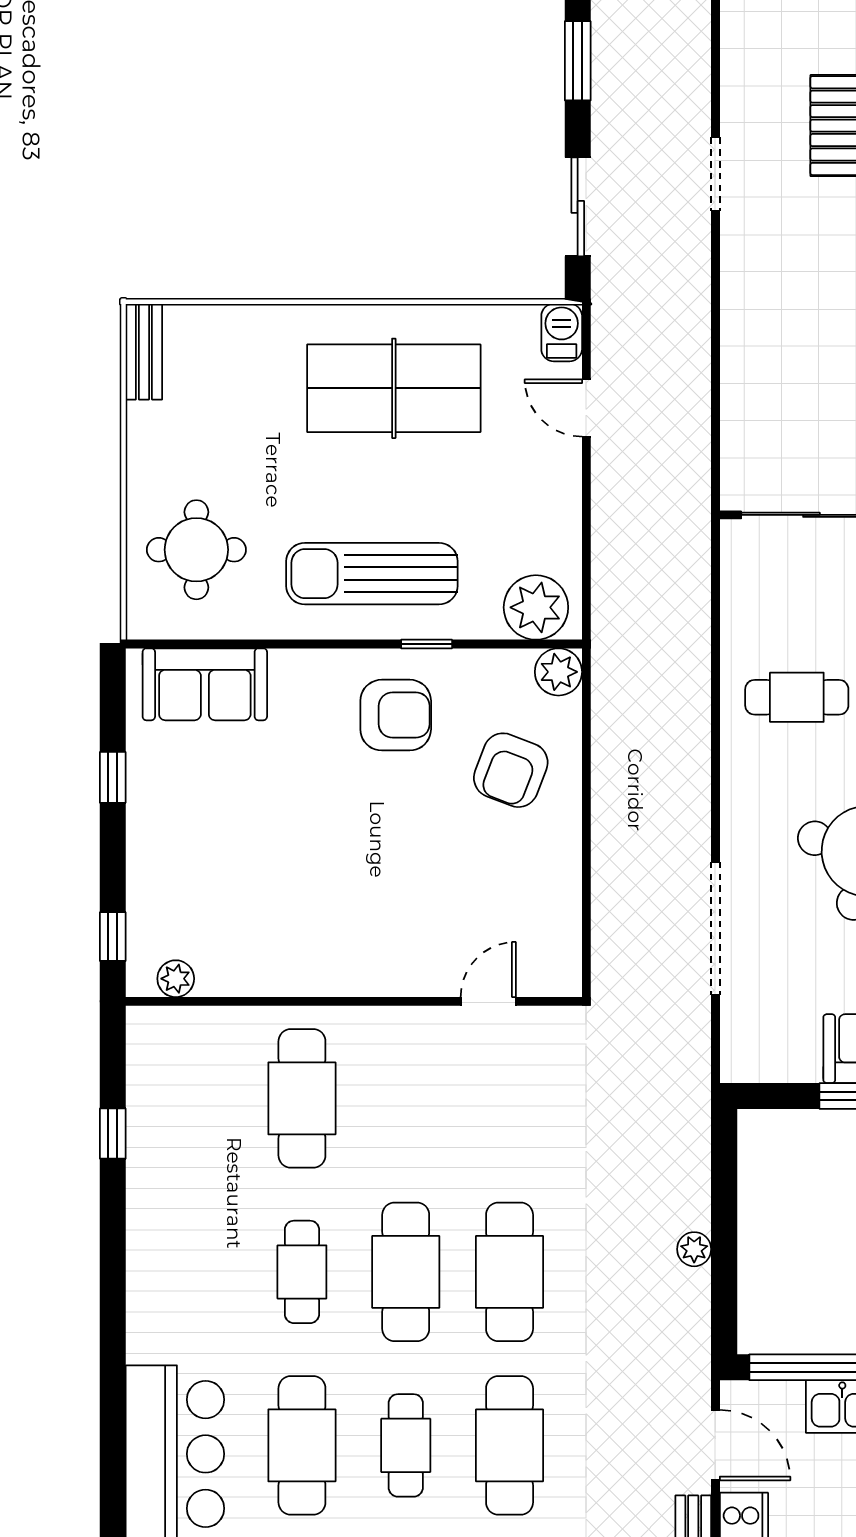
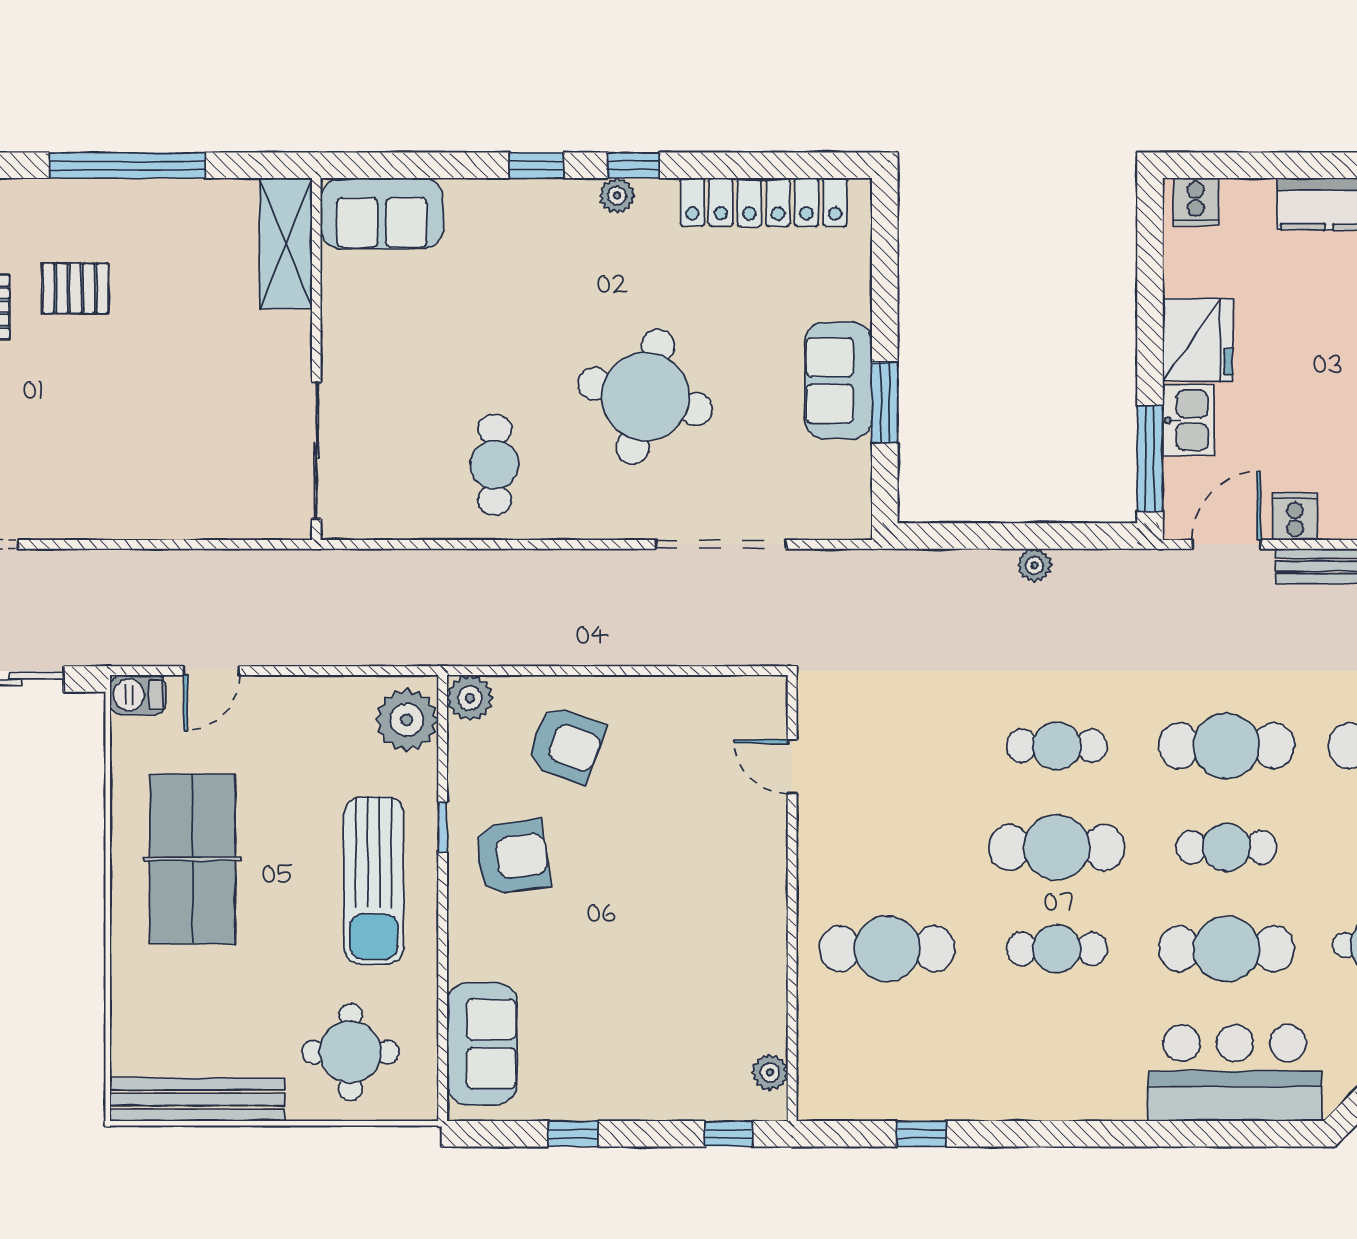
bench: (144, 352) -> (197, 1100), width x1.86, depth x1.21
armchair: (396, 715) -> (512, 857), turned 82
cafe table: (510, 1272) -> (1057, 746), width x0.73, depth x0.74

